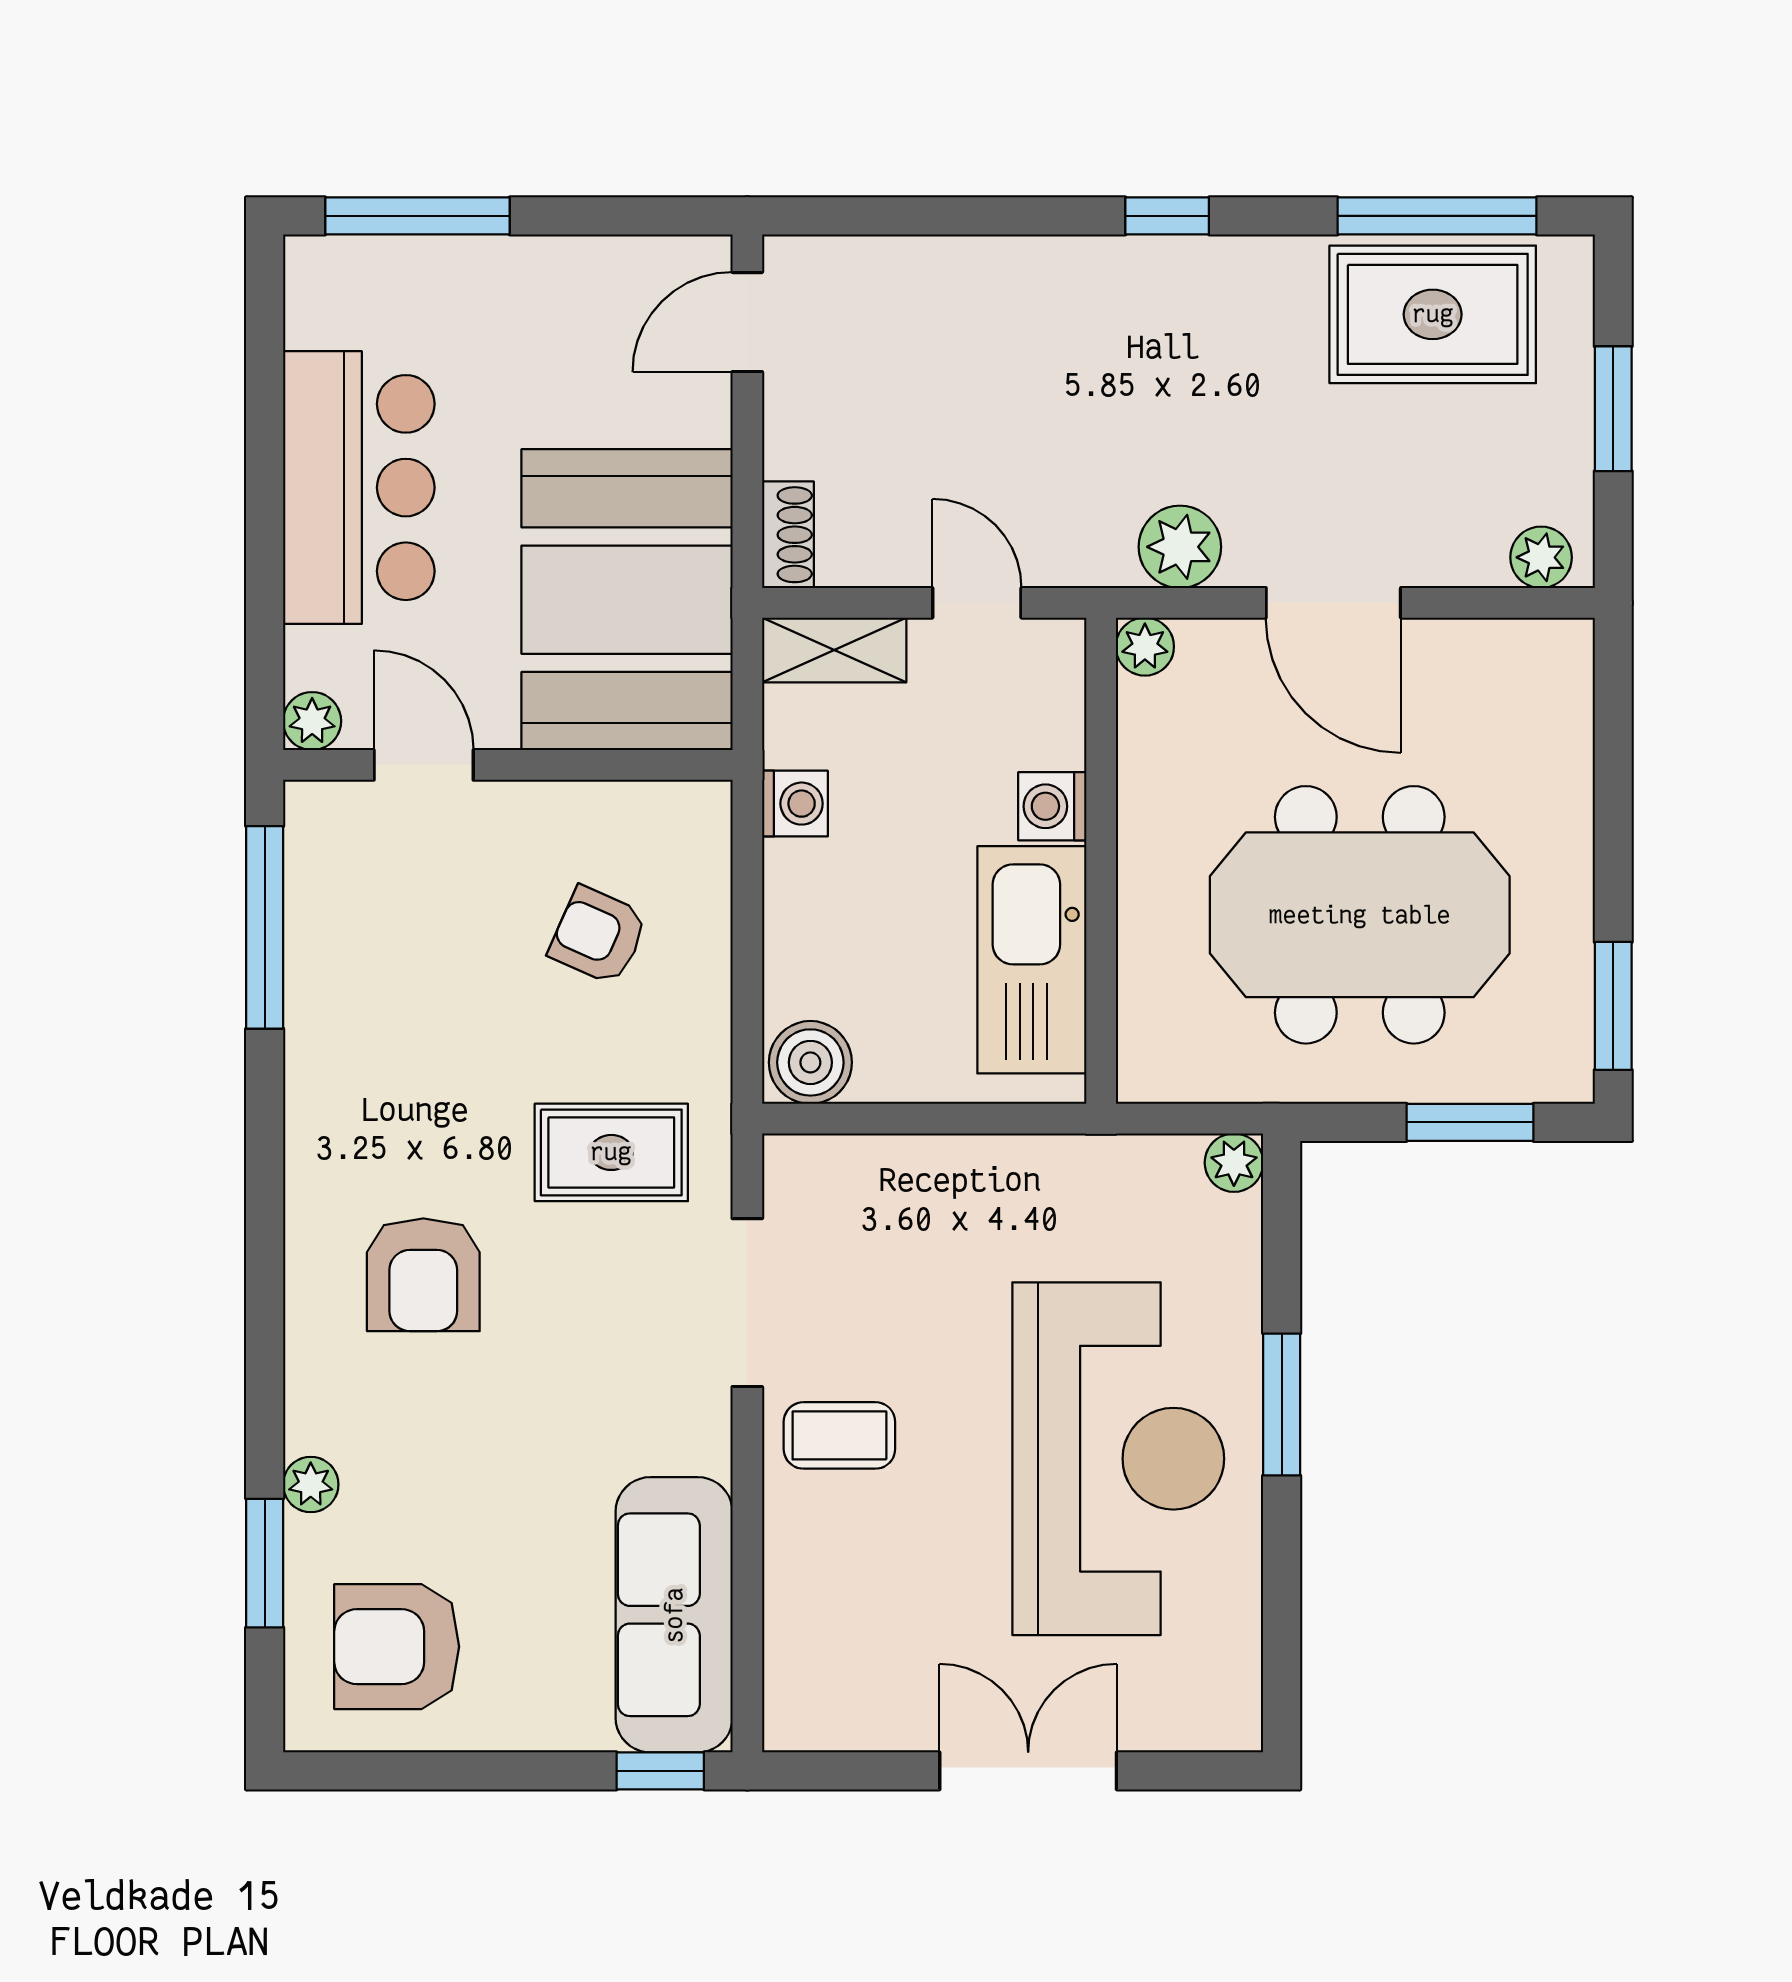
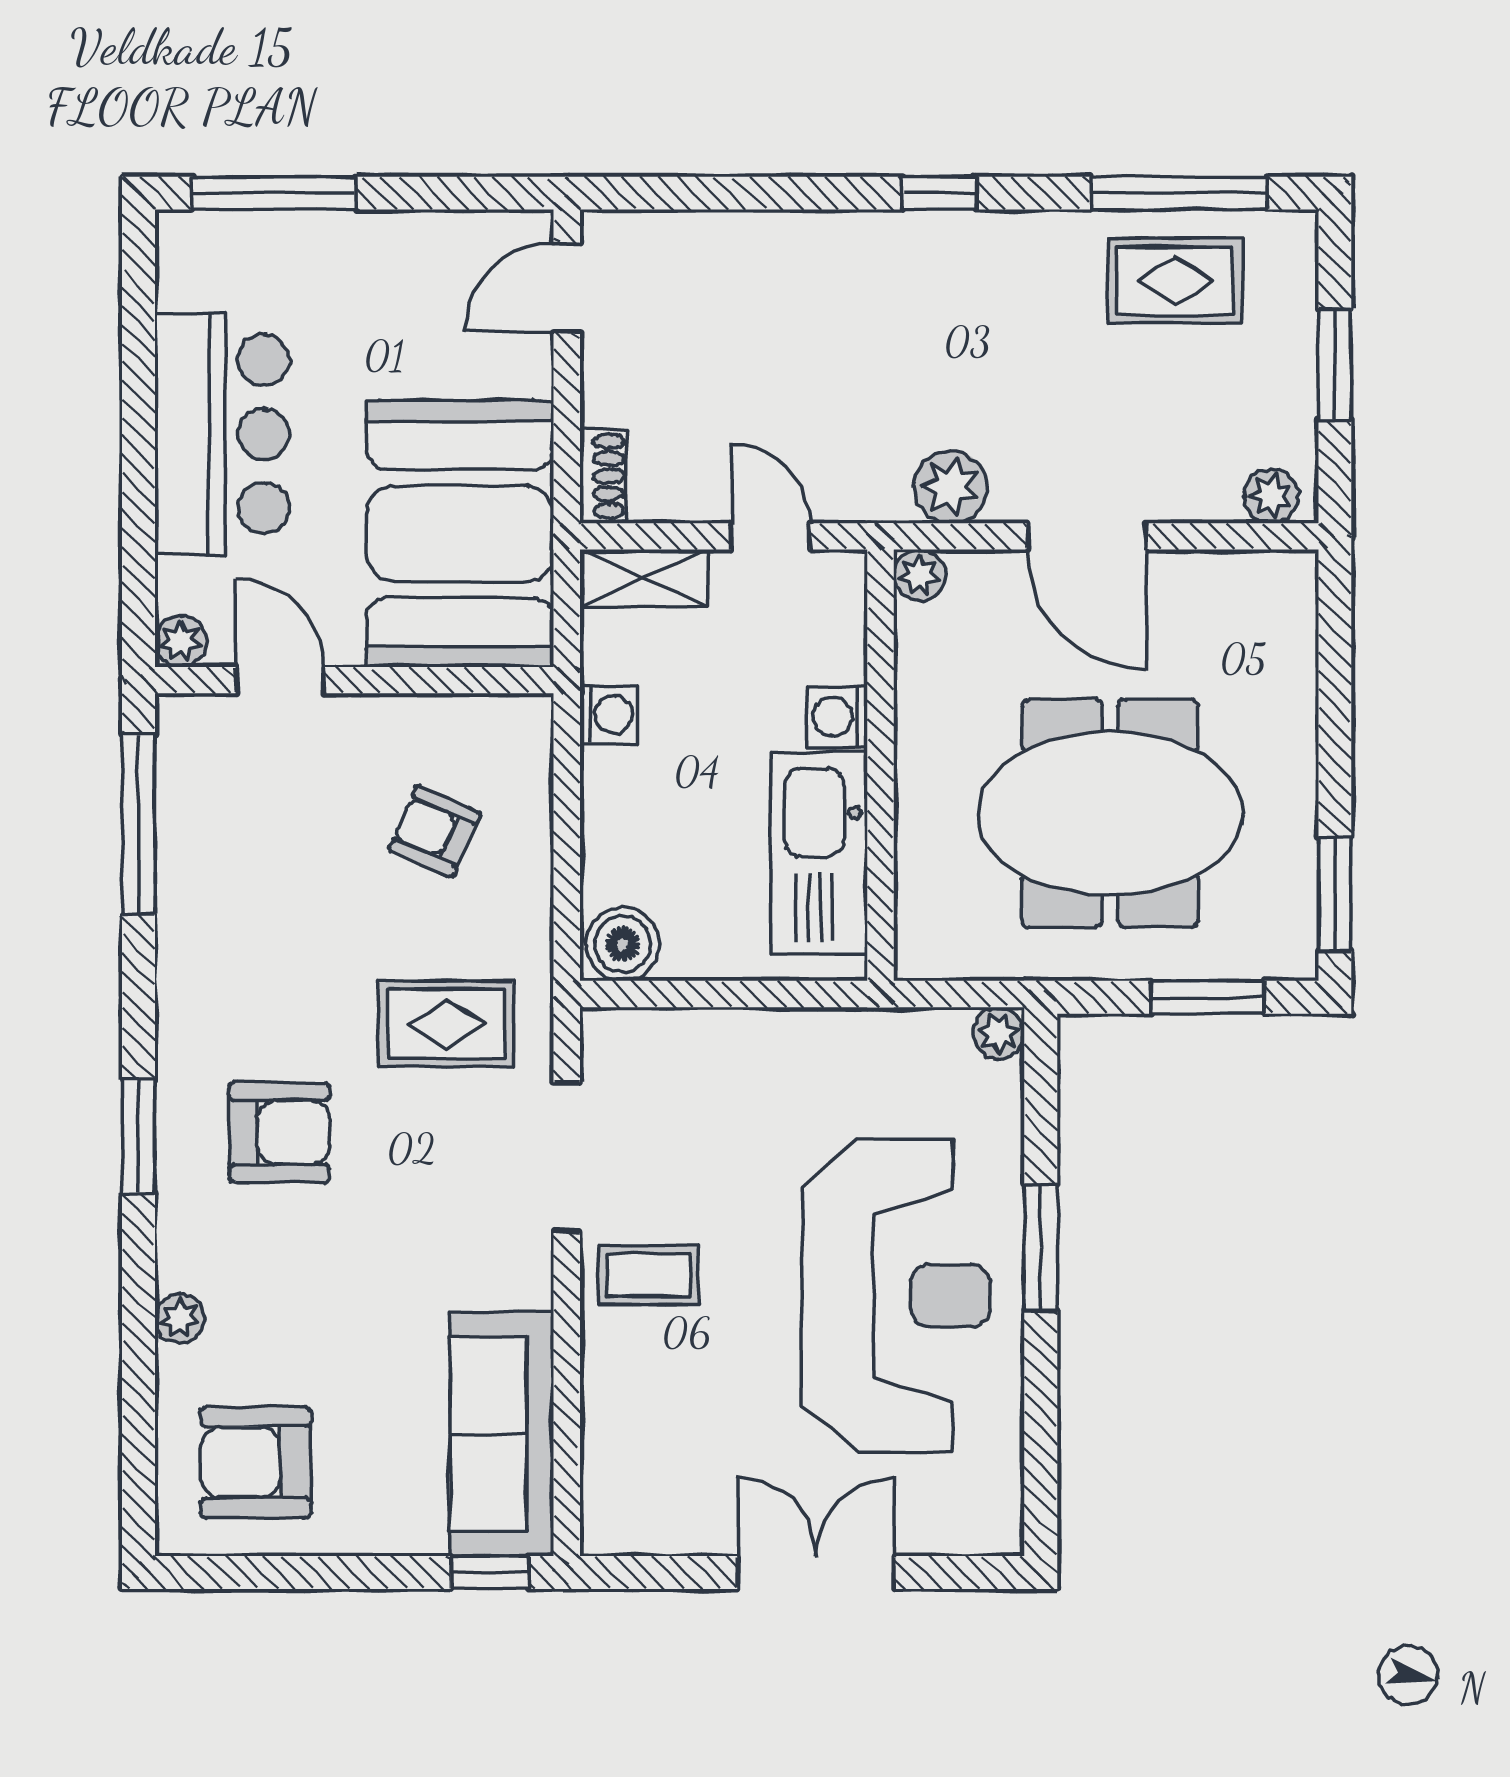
rug: (1433, 314) -> (1175, 281), width x0.73, depth x0.70
armchair: (423, 1275) -> (279, 1132), turned -90
window: (265, 1563) -> (139, 1137), moved

